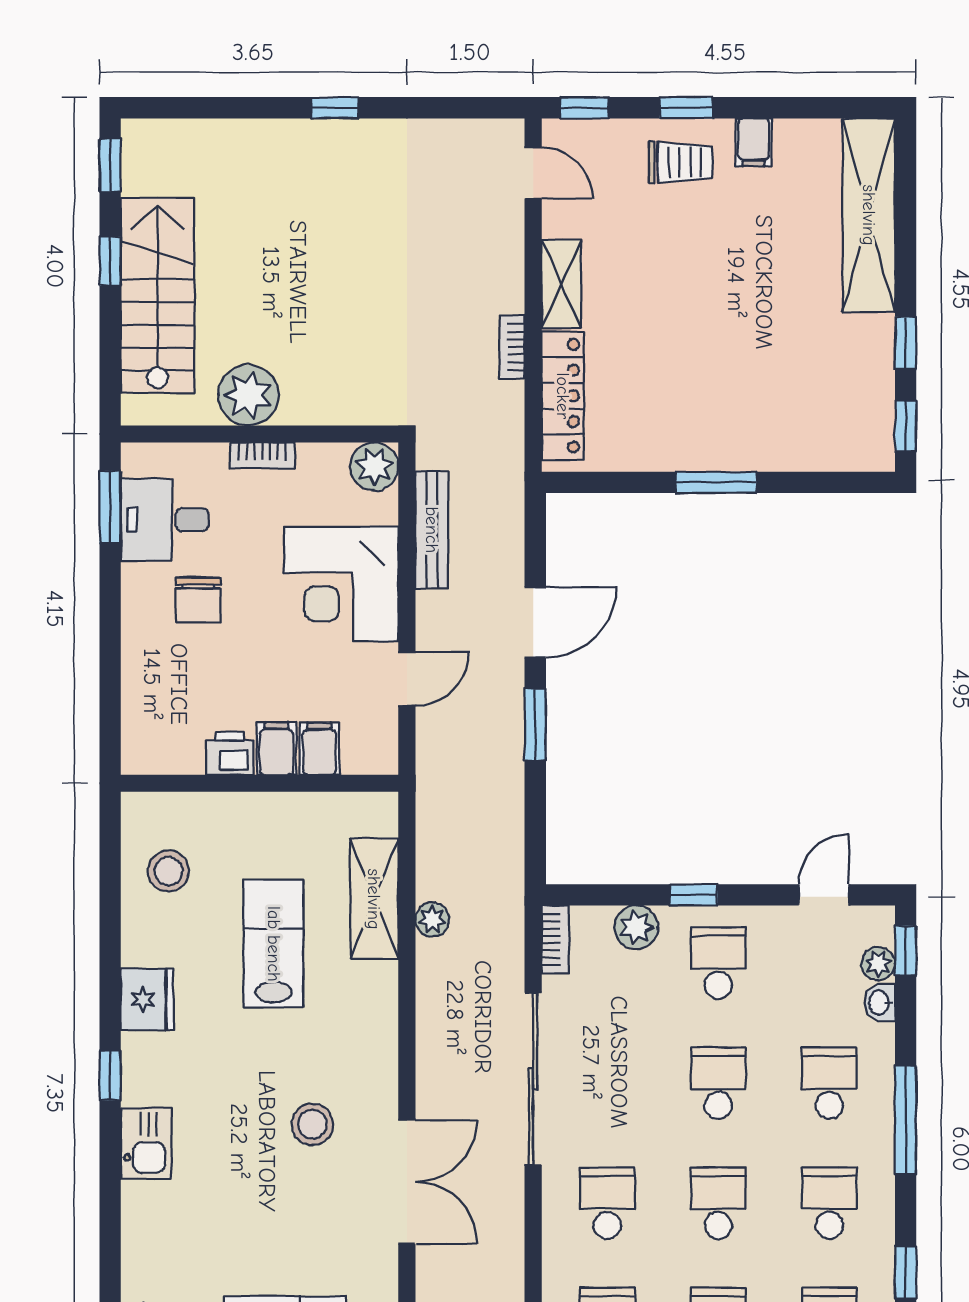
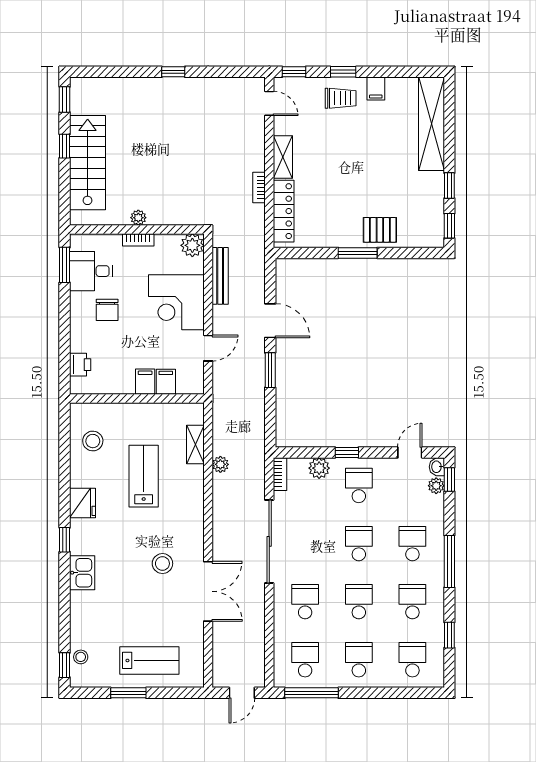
plant: (248, 395) -> (138, 218), width x0.53, depth x0.53
pallet: (762, 435) -> (380, 230), added
door: (535, 622) -> (270, 321), hinge flipped
printer: (230, 753) -> (80, 365), moved, turned 90
shelving: (374, 899) -> (195, 445), width x0.67, depth x0.75
washbasin: (880, 1003) -> (437, 467), moved

